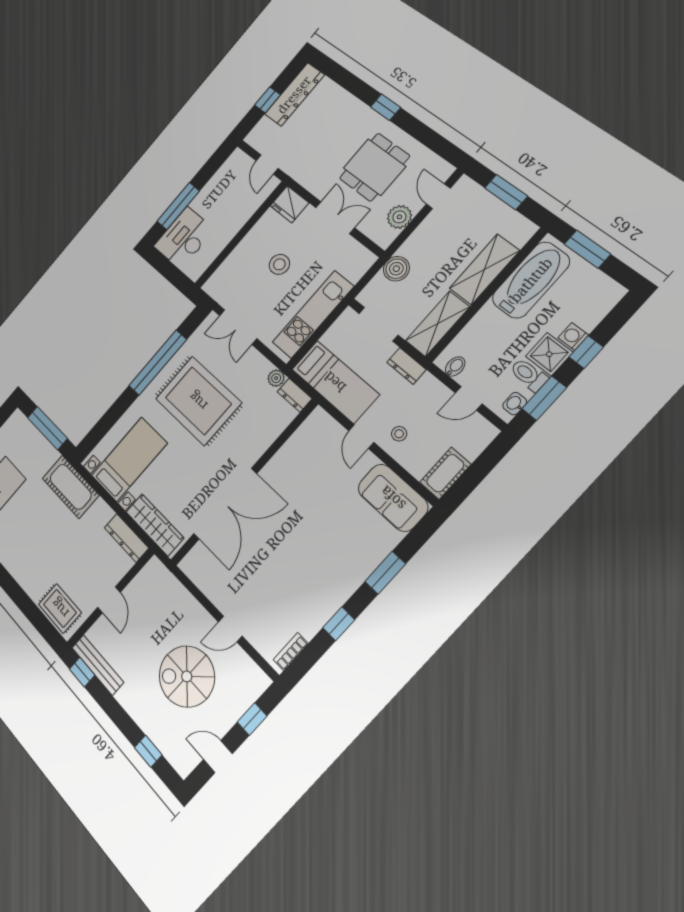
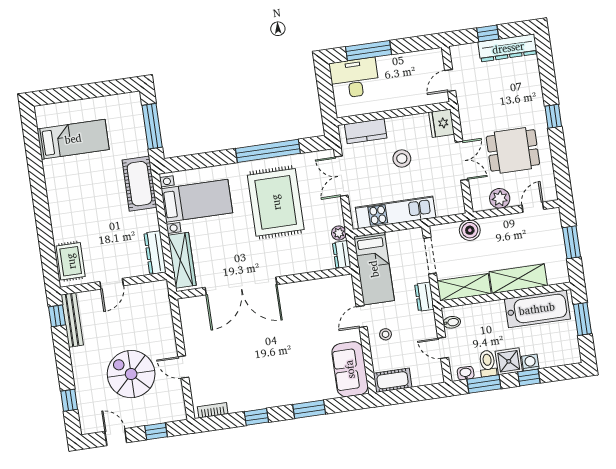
kitchen counter: (228, 271) -> (366, 131), added

